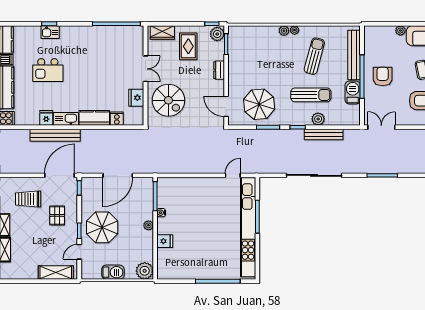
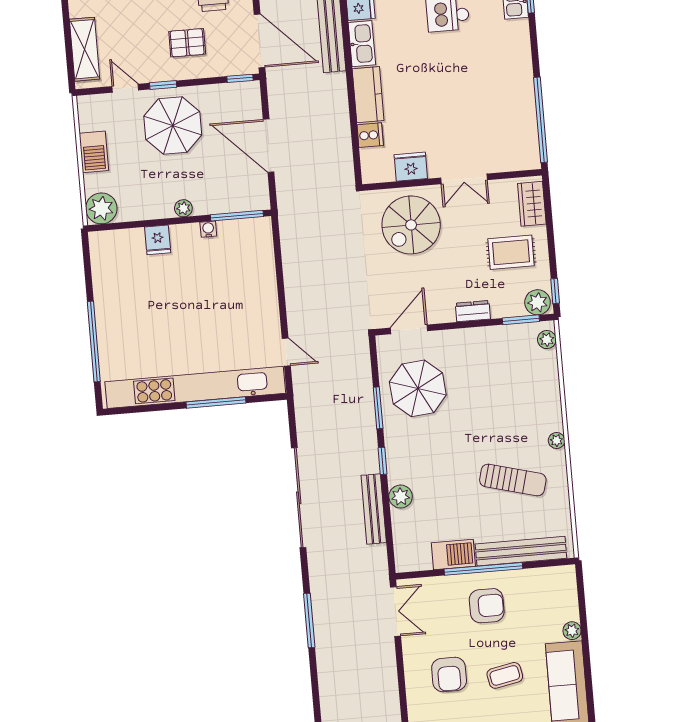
plant: (284, 31) -> (547, 340), moved
sun lounger: (311, 95) -> (443, 480), removed

